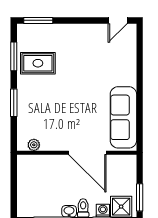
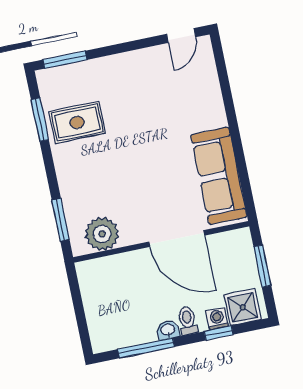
window: (14, 103) -> (61, 220), moved
plant: (34, 145) -> (102, 234), width x1.87, depth x1.87
window: (140, 197) -> (262, 266), moved

